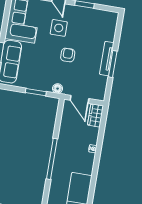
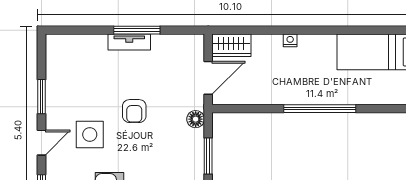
armchair: (68, 55) -> (134, 111), turned -90
tv unit: (107, 59) -> (129, 42), width x0.71

